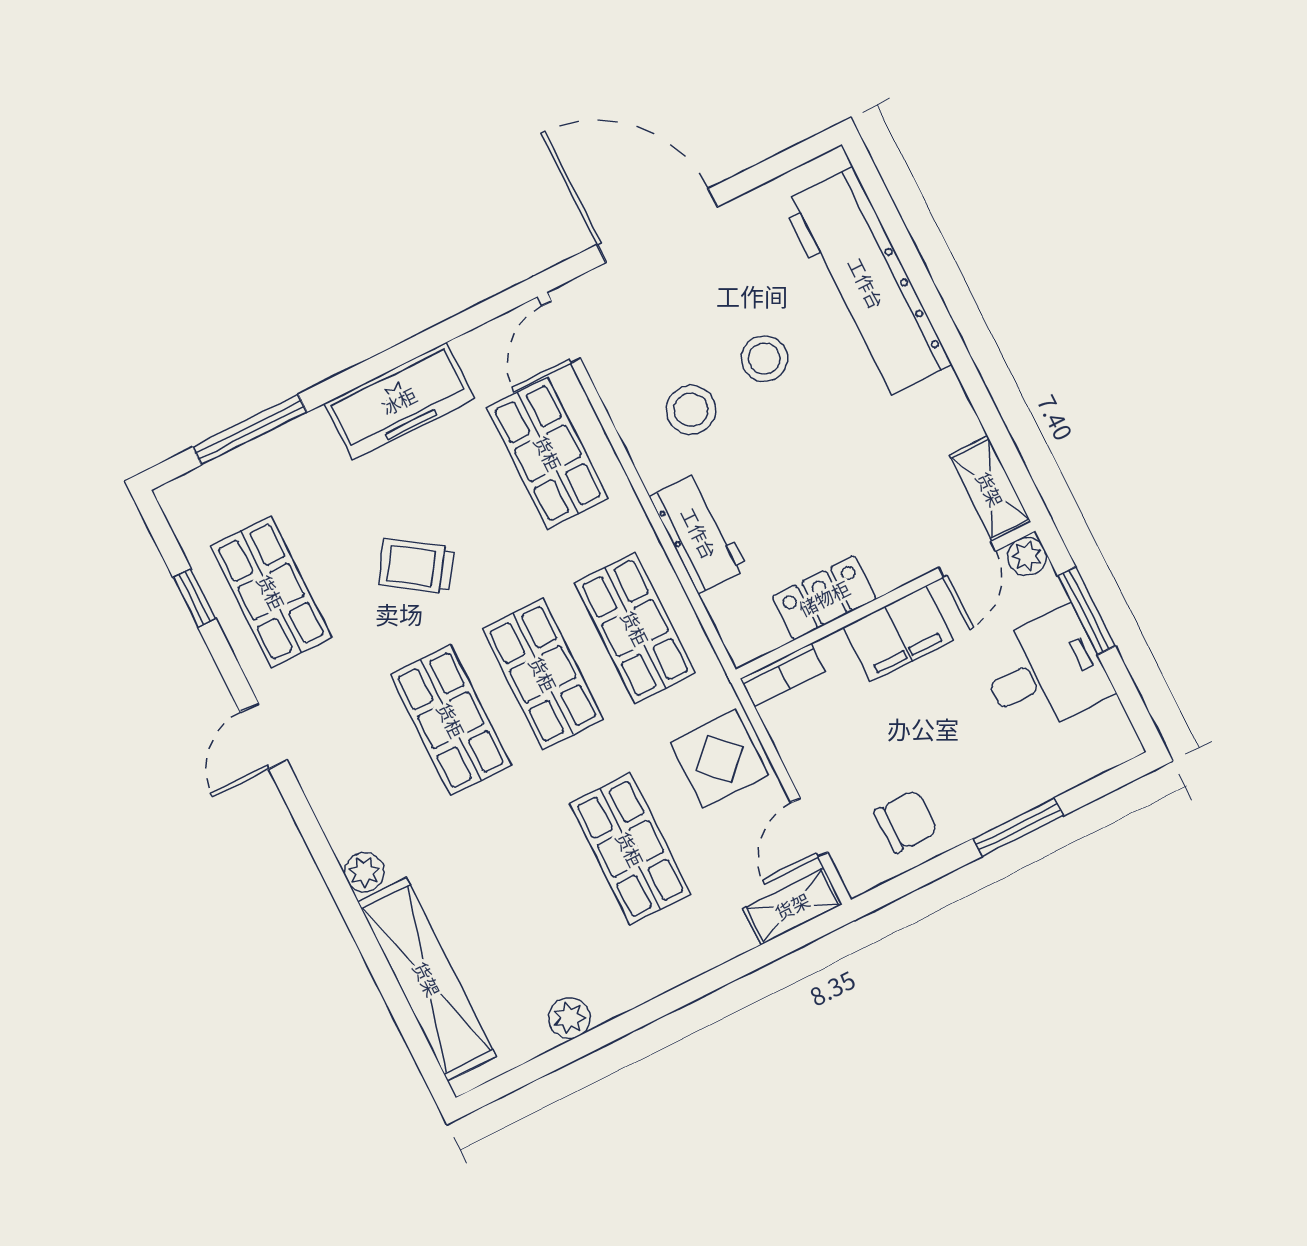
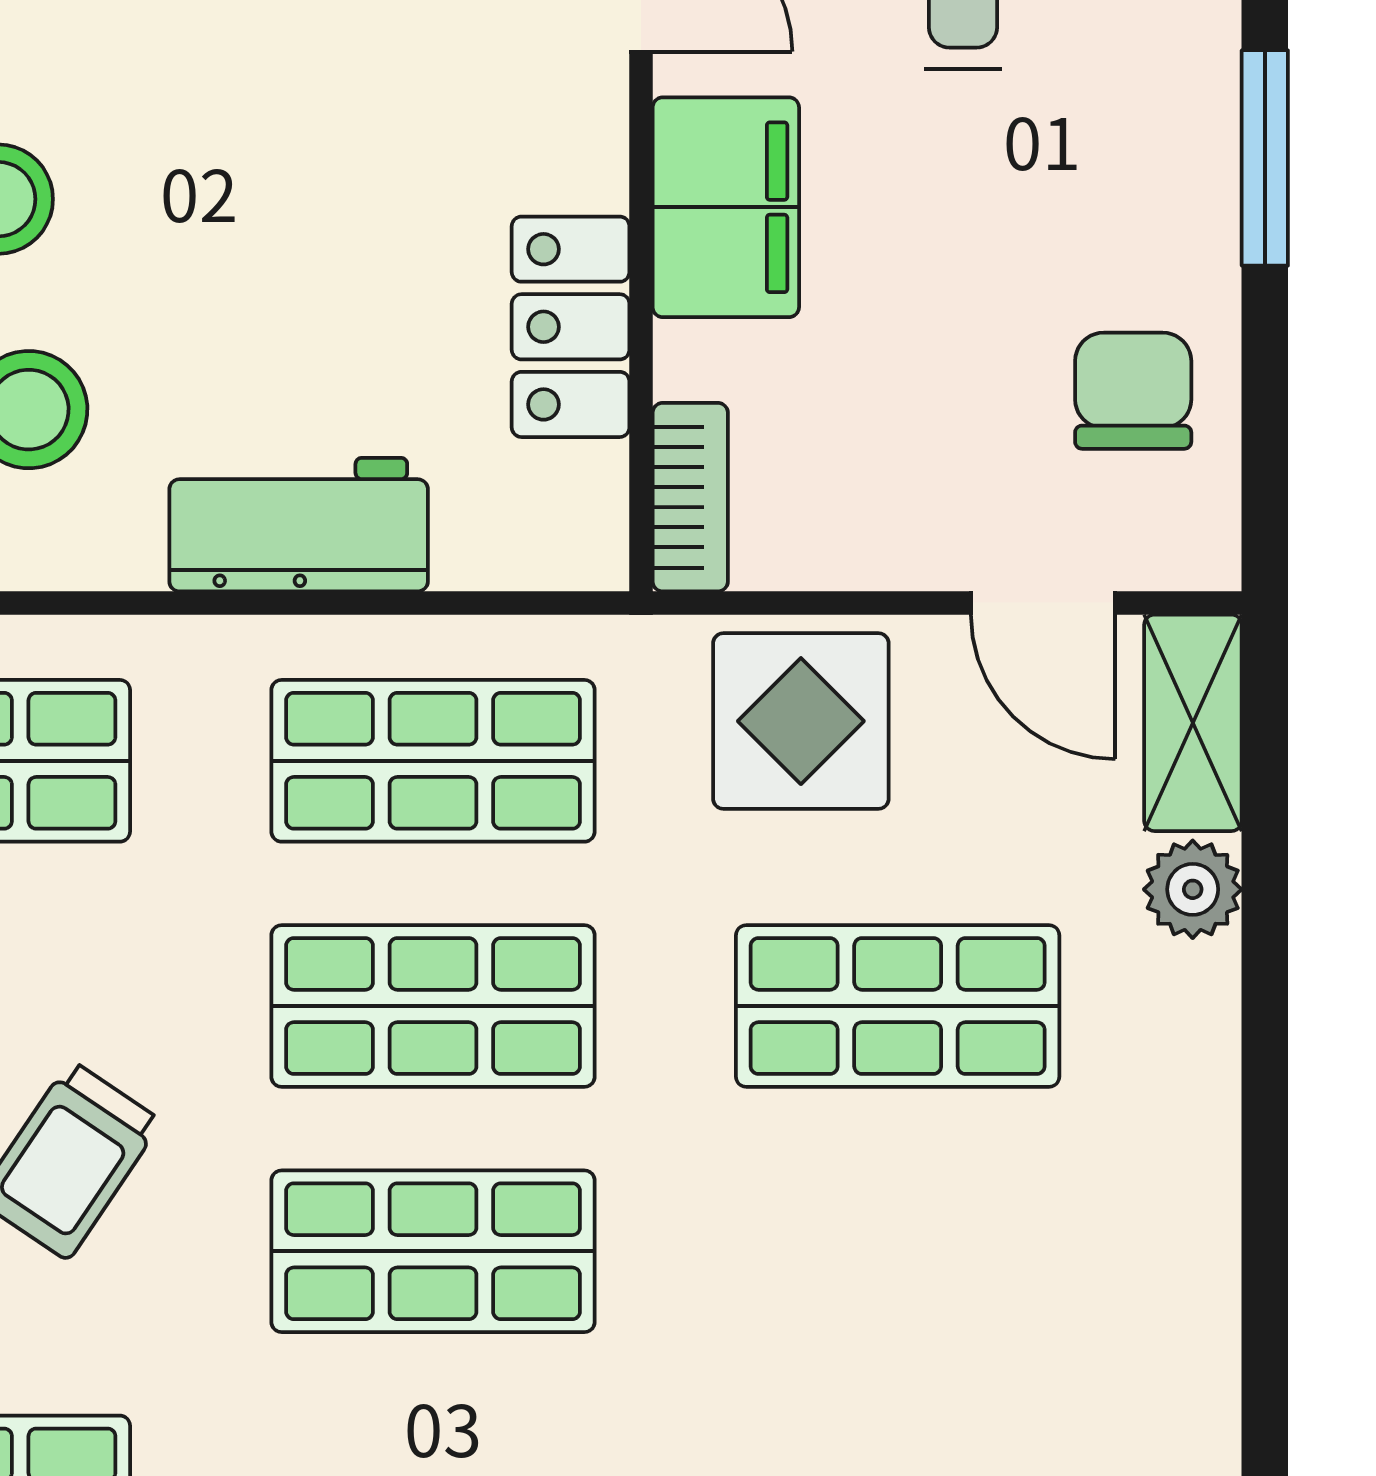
plant: (569, 1018) -> (1193, 889), moved

